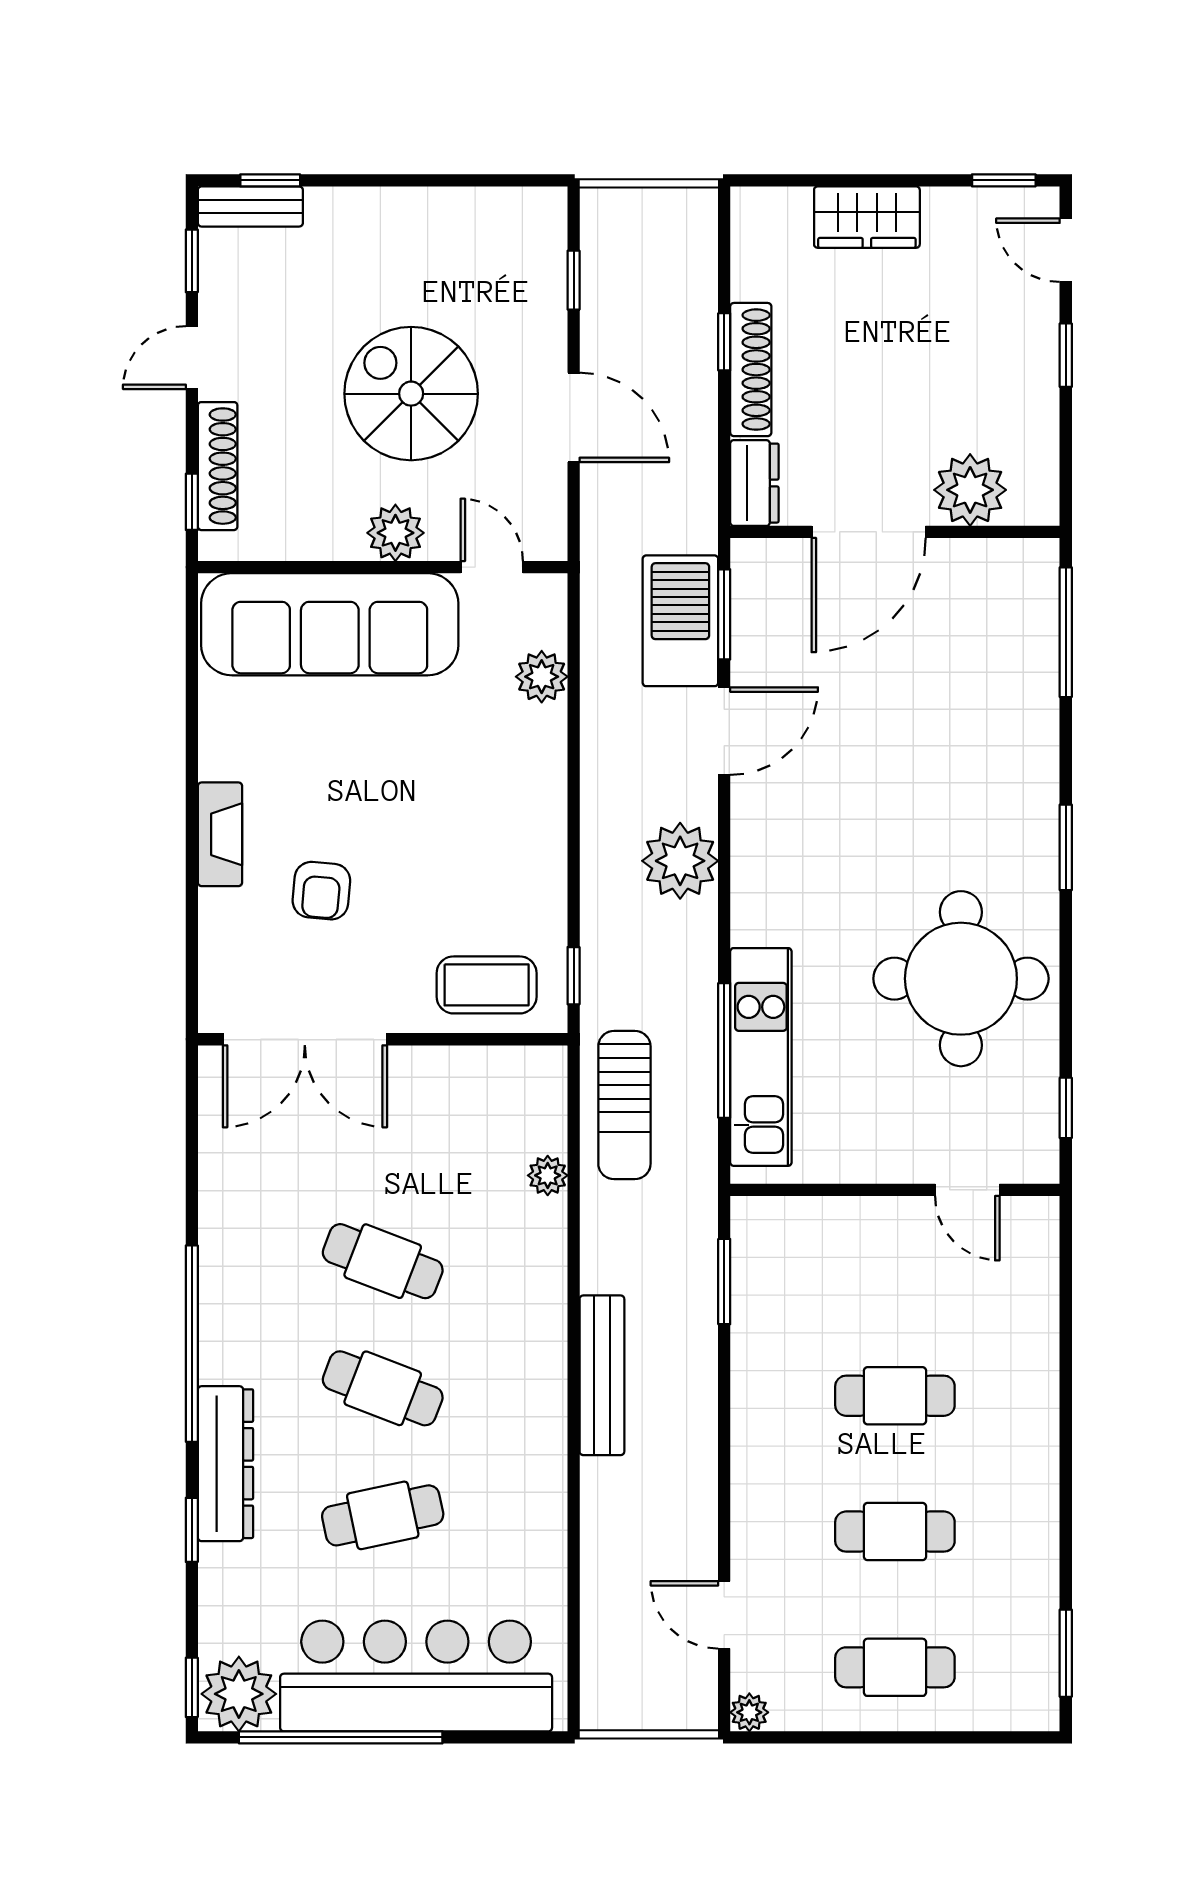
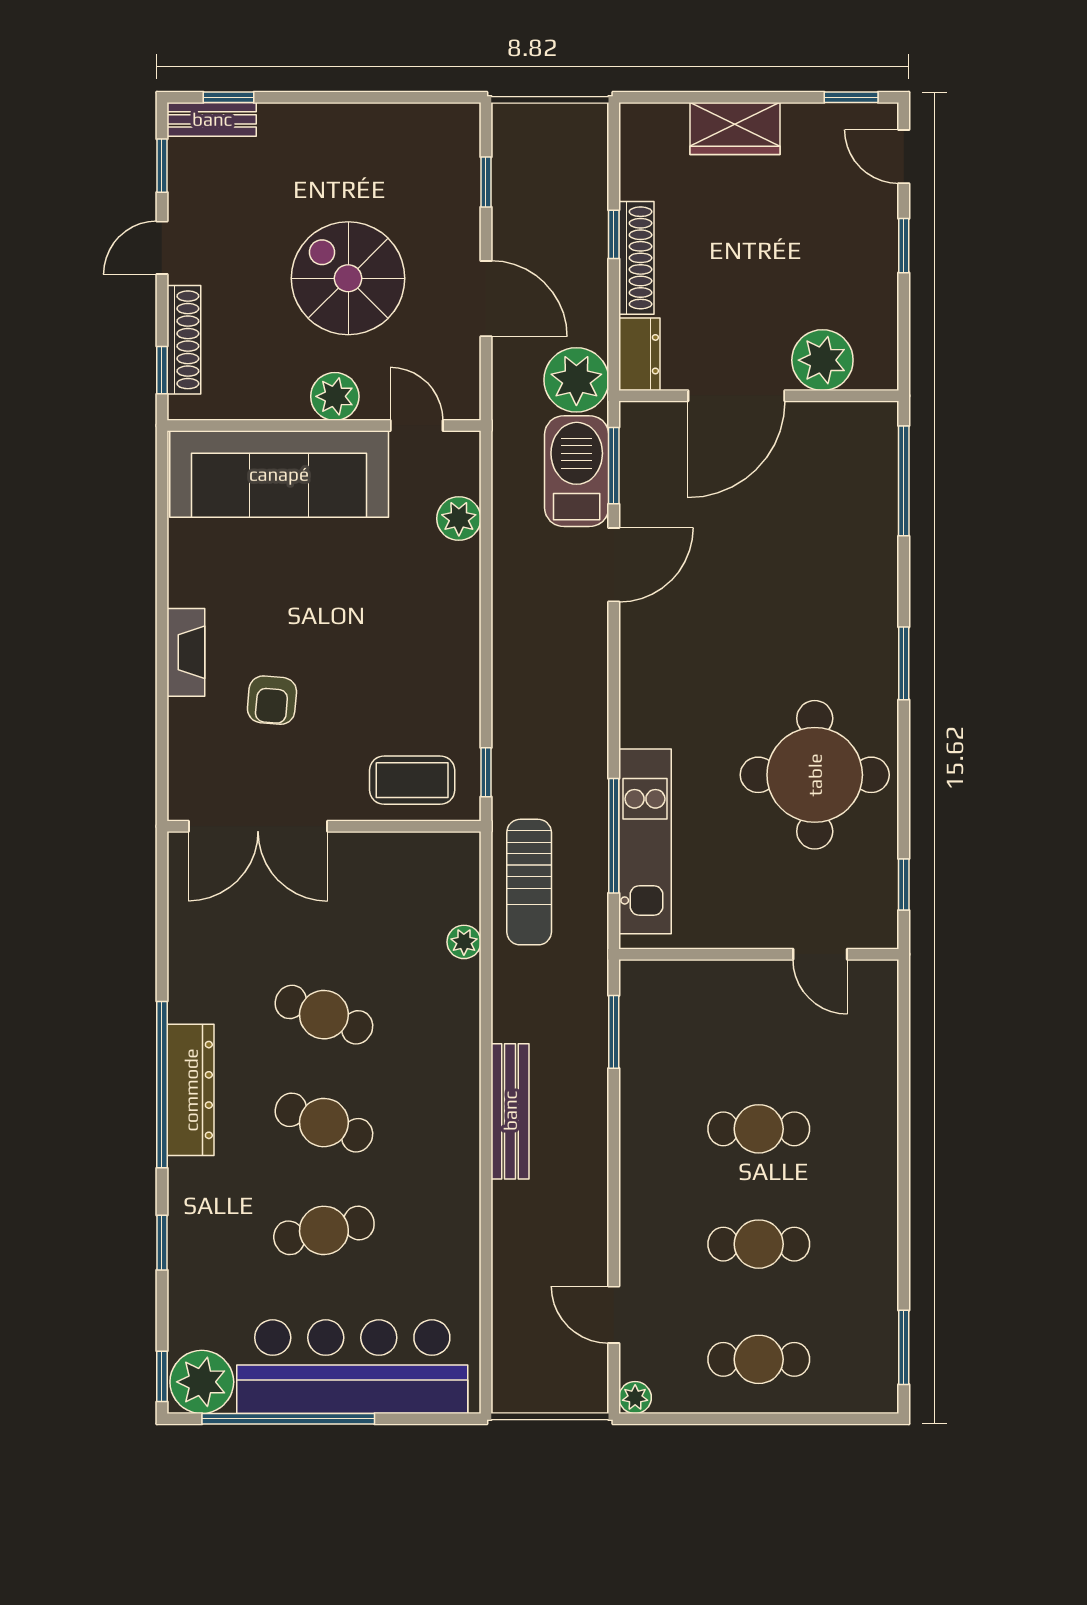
plant: (680, 861) -> (576, 380), moved
dresser: (225, 1464) -> (191, 1090), moved

